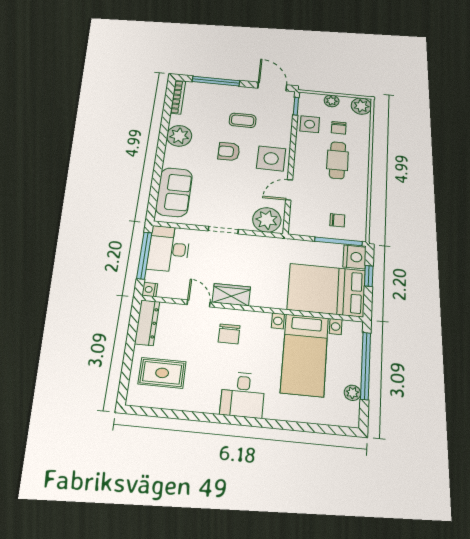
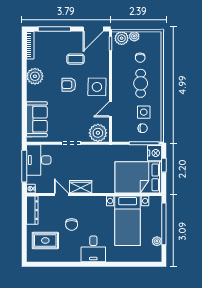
door: (272, 86) -> (93, 29), swing flipped
plant: (361, 106) -> (122, 38), moved
side table: (310, 124) -> (144, 112), moved
chair: (229, 334) -> (72, 224), moved

